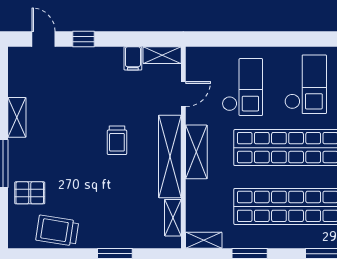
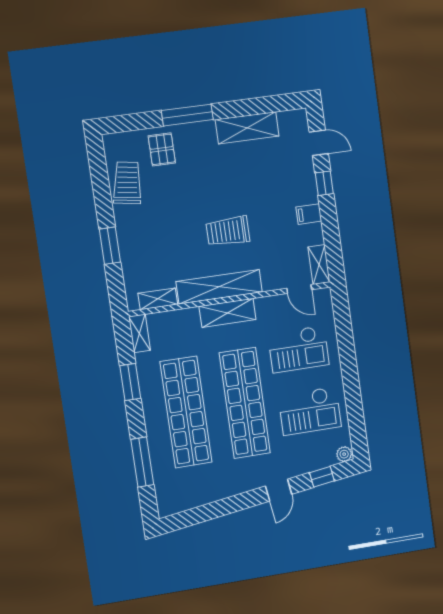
door: (44, 39) -> (319, 143), hinge flipped
filing cabinet: (133, 58) -> (309, 214), moved
door: (183, 94) -> (299, 289), moved
shelving: (17, 117) -> (247, 128), width x1.50, depth x1.33
trolley: (117, 140) -> (228, 231), width x1.36, depth x1.39

